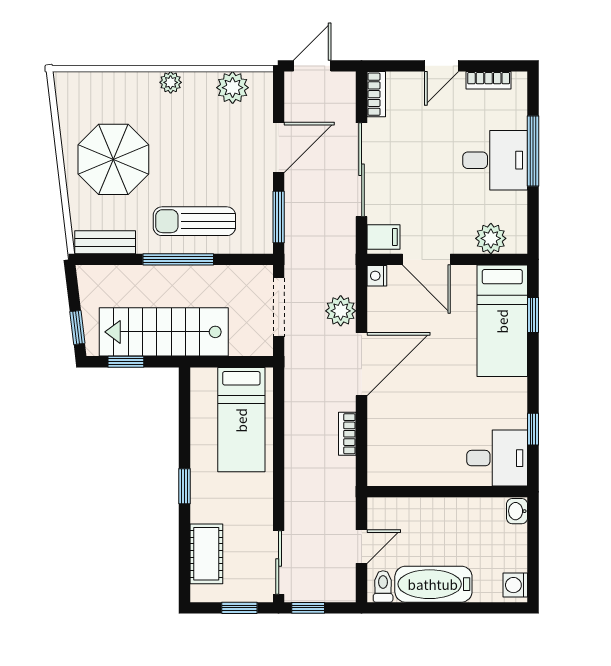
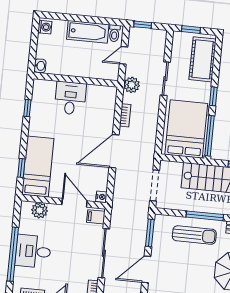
window: (533, 151) -> (13, 254), width x1.46
plant: (341, 311) -> (132, 85), moved
window: (185, 411) -> (209, 136), added
bed: (241, 420) -> (186, 129), width x1.50
desk: (497, 458) -> (70, 98), moved, turned 90
cot: (206, 554) -> (203, 59), width x1.37, depth x1.34
sliding door: (279, 563) -> (165, 79), moved
window: (308, 608) -> (143, 25), moved

